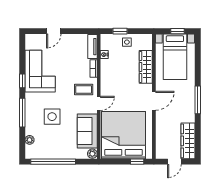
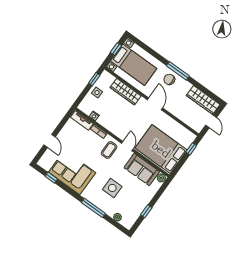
window: (120, 31) -> (94, 79), moved
window: (22, 81) -> (51, 178), moved
chair: (185, 98) -> (169, 79), added
bed: (124, 135) -> (161, 149), width x0.73
window: (53, 162) -> (146, 211), width x0.32

